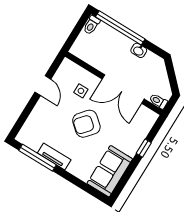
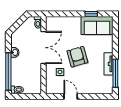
door: (43, 86) -> (71, 96), hinge flipped
armchair: (86, 124) -> (77, 57), turned -146
window: (144, 148) -> (91, 14), moved

